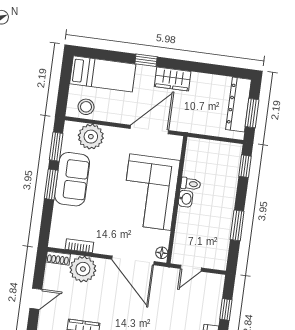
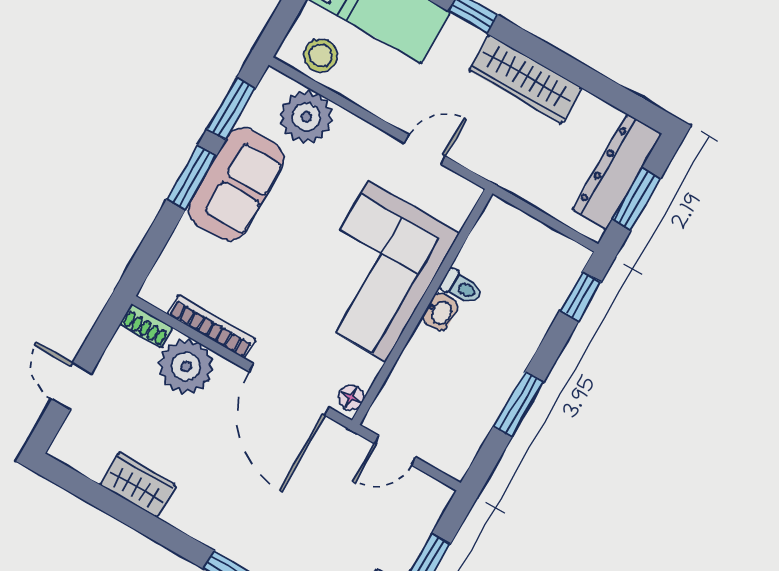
wardrobe: (173, 79) -> (525, 79), width x1.50
door: (149, 130) -> (425, 150), width x0.53
bookcase: (79, 246) -> (211, 327), width x1.56
door: (36, 299) -> (71, 387), swing flipped

